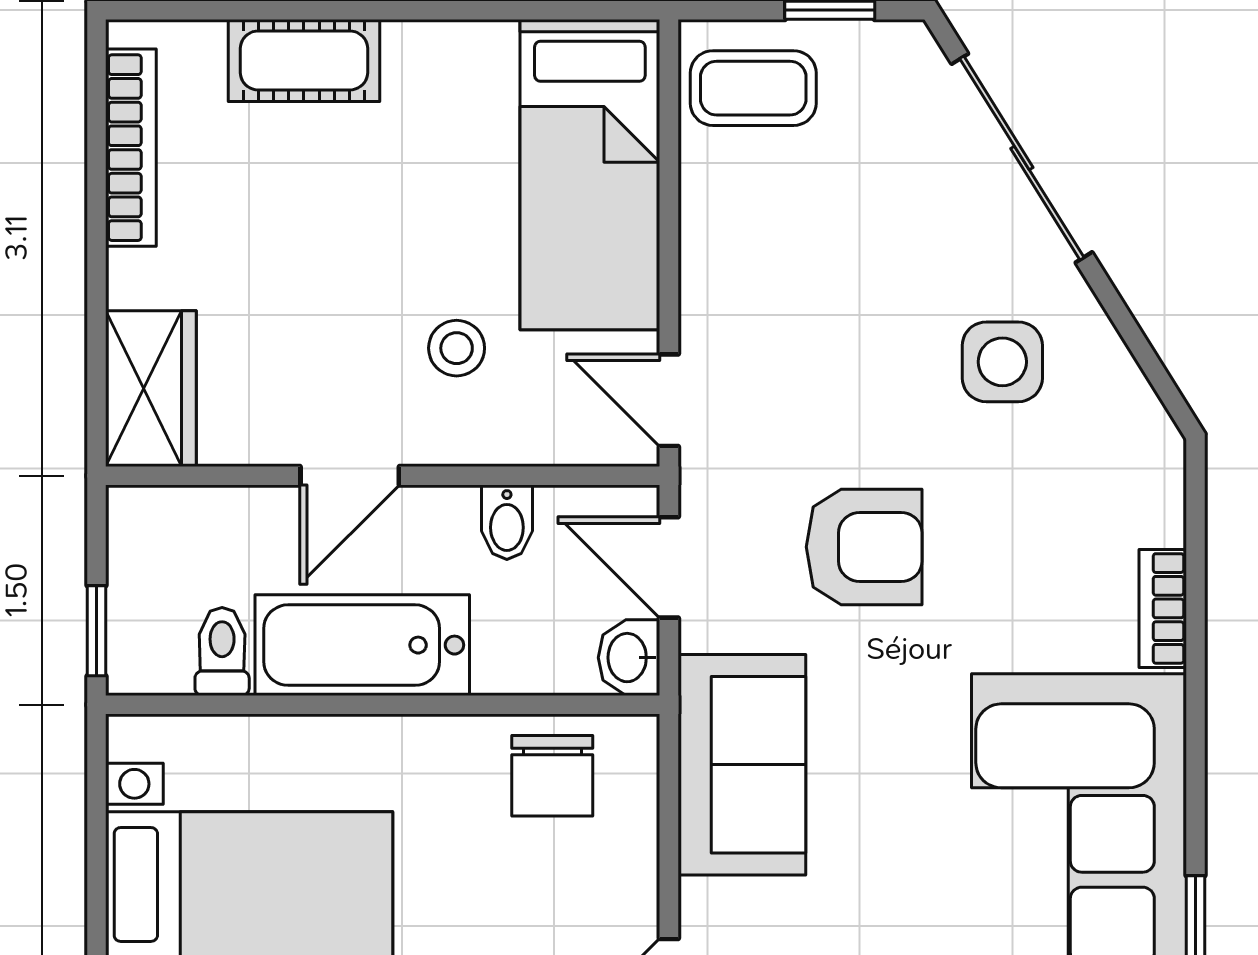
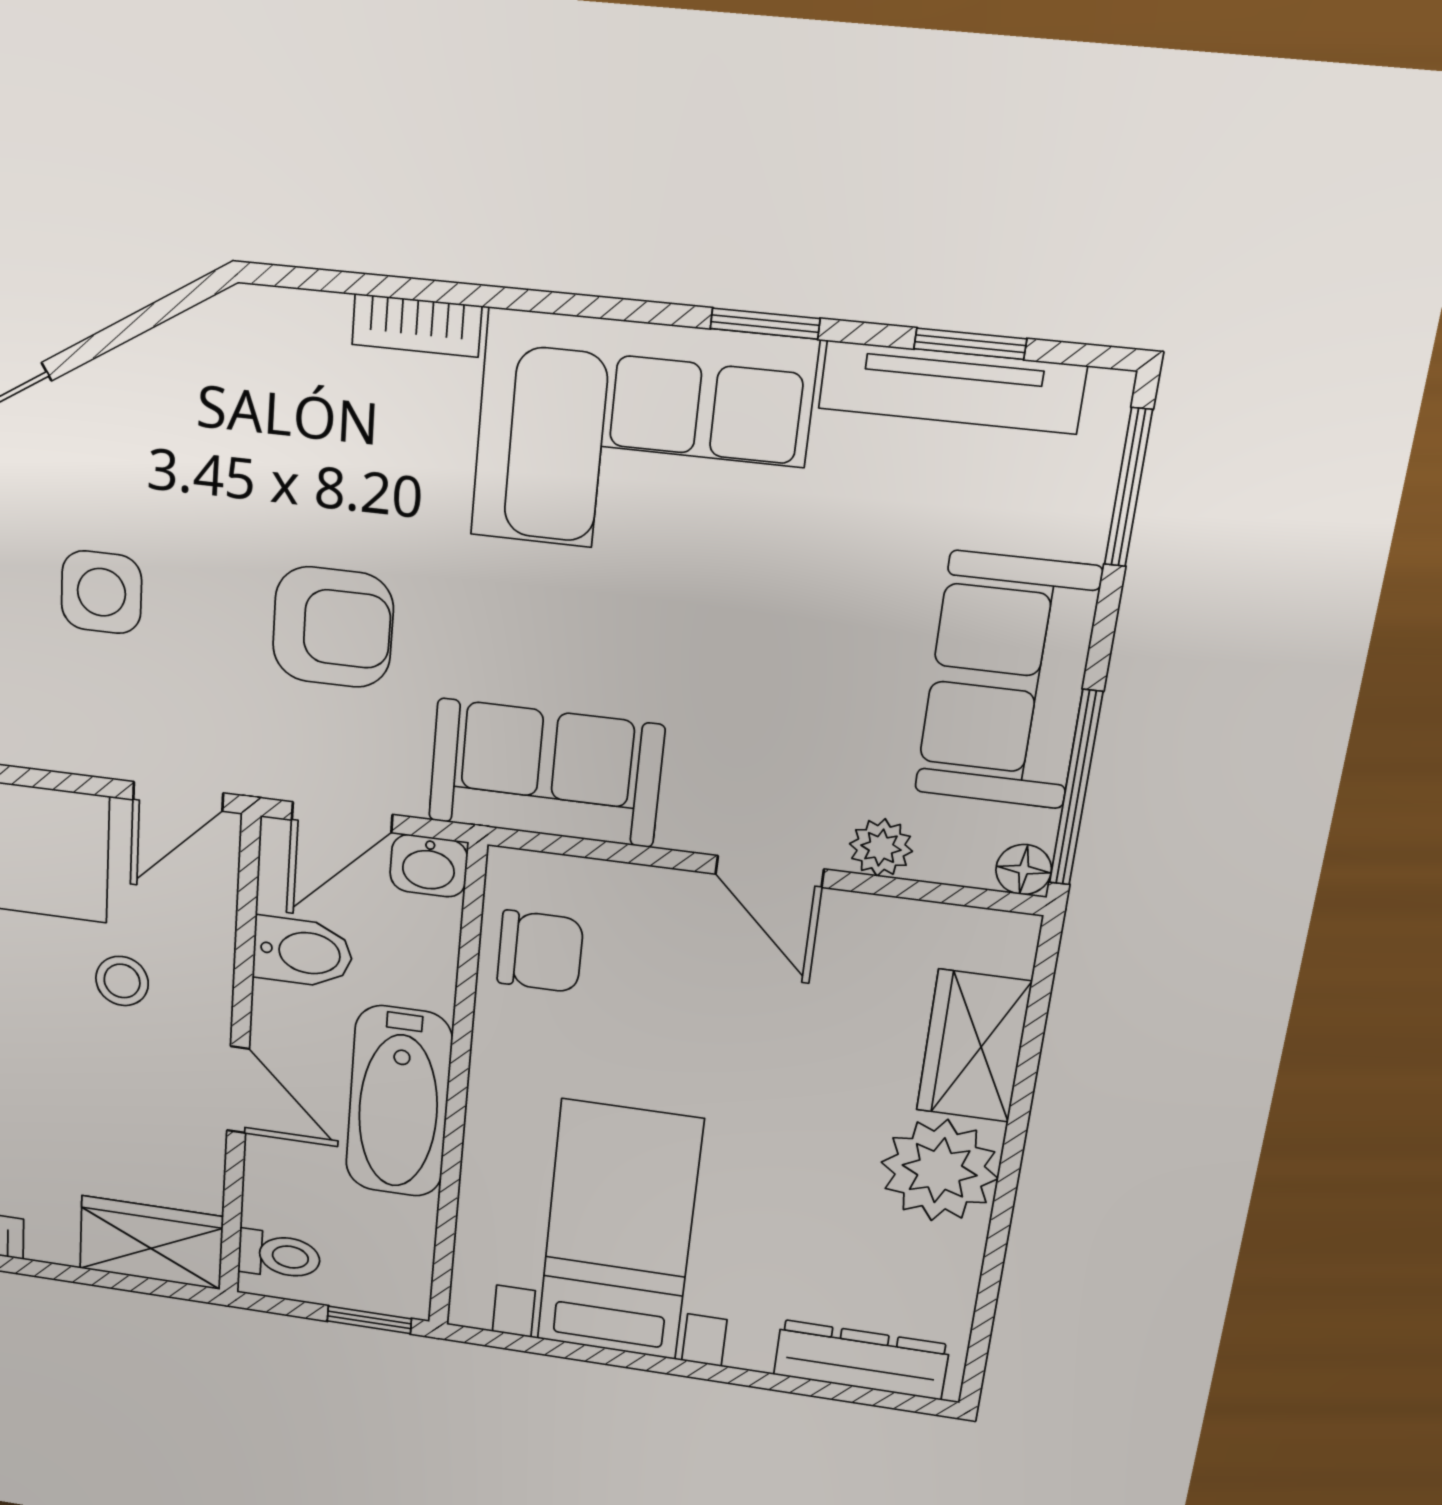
side table: (1002, 362) -> (101, 592), moved
bidet: (507, 522) -> (303, 952), width x1.38, depth x1.36
armchair: (864, 547) -> (333, 627), turned 90
toilet: (222, 652) -> (279, 1255), moved, turned 180

